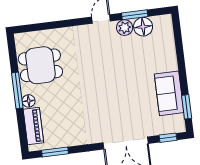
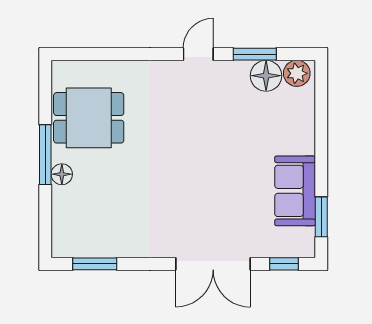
plant: (125, 28) -> (297, 73), moved
piano: (33, 126) -> (65, 217), removed

